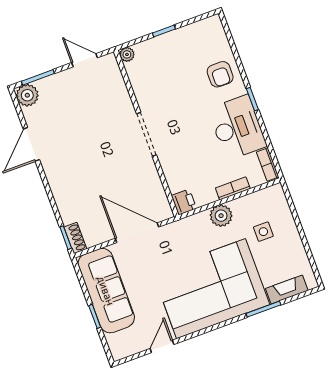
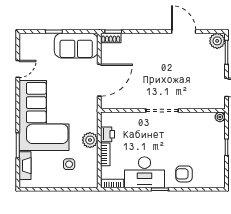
printer: (184, 202) -> (107, 134), moved, turned -90
sofa: (106, 291) -> (76, 46), width x0.73
door: (162, 346) -> (18, 69), hinge flipped

